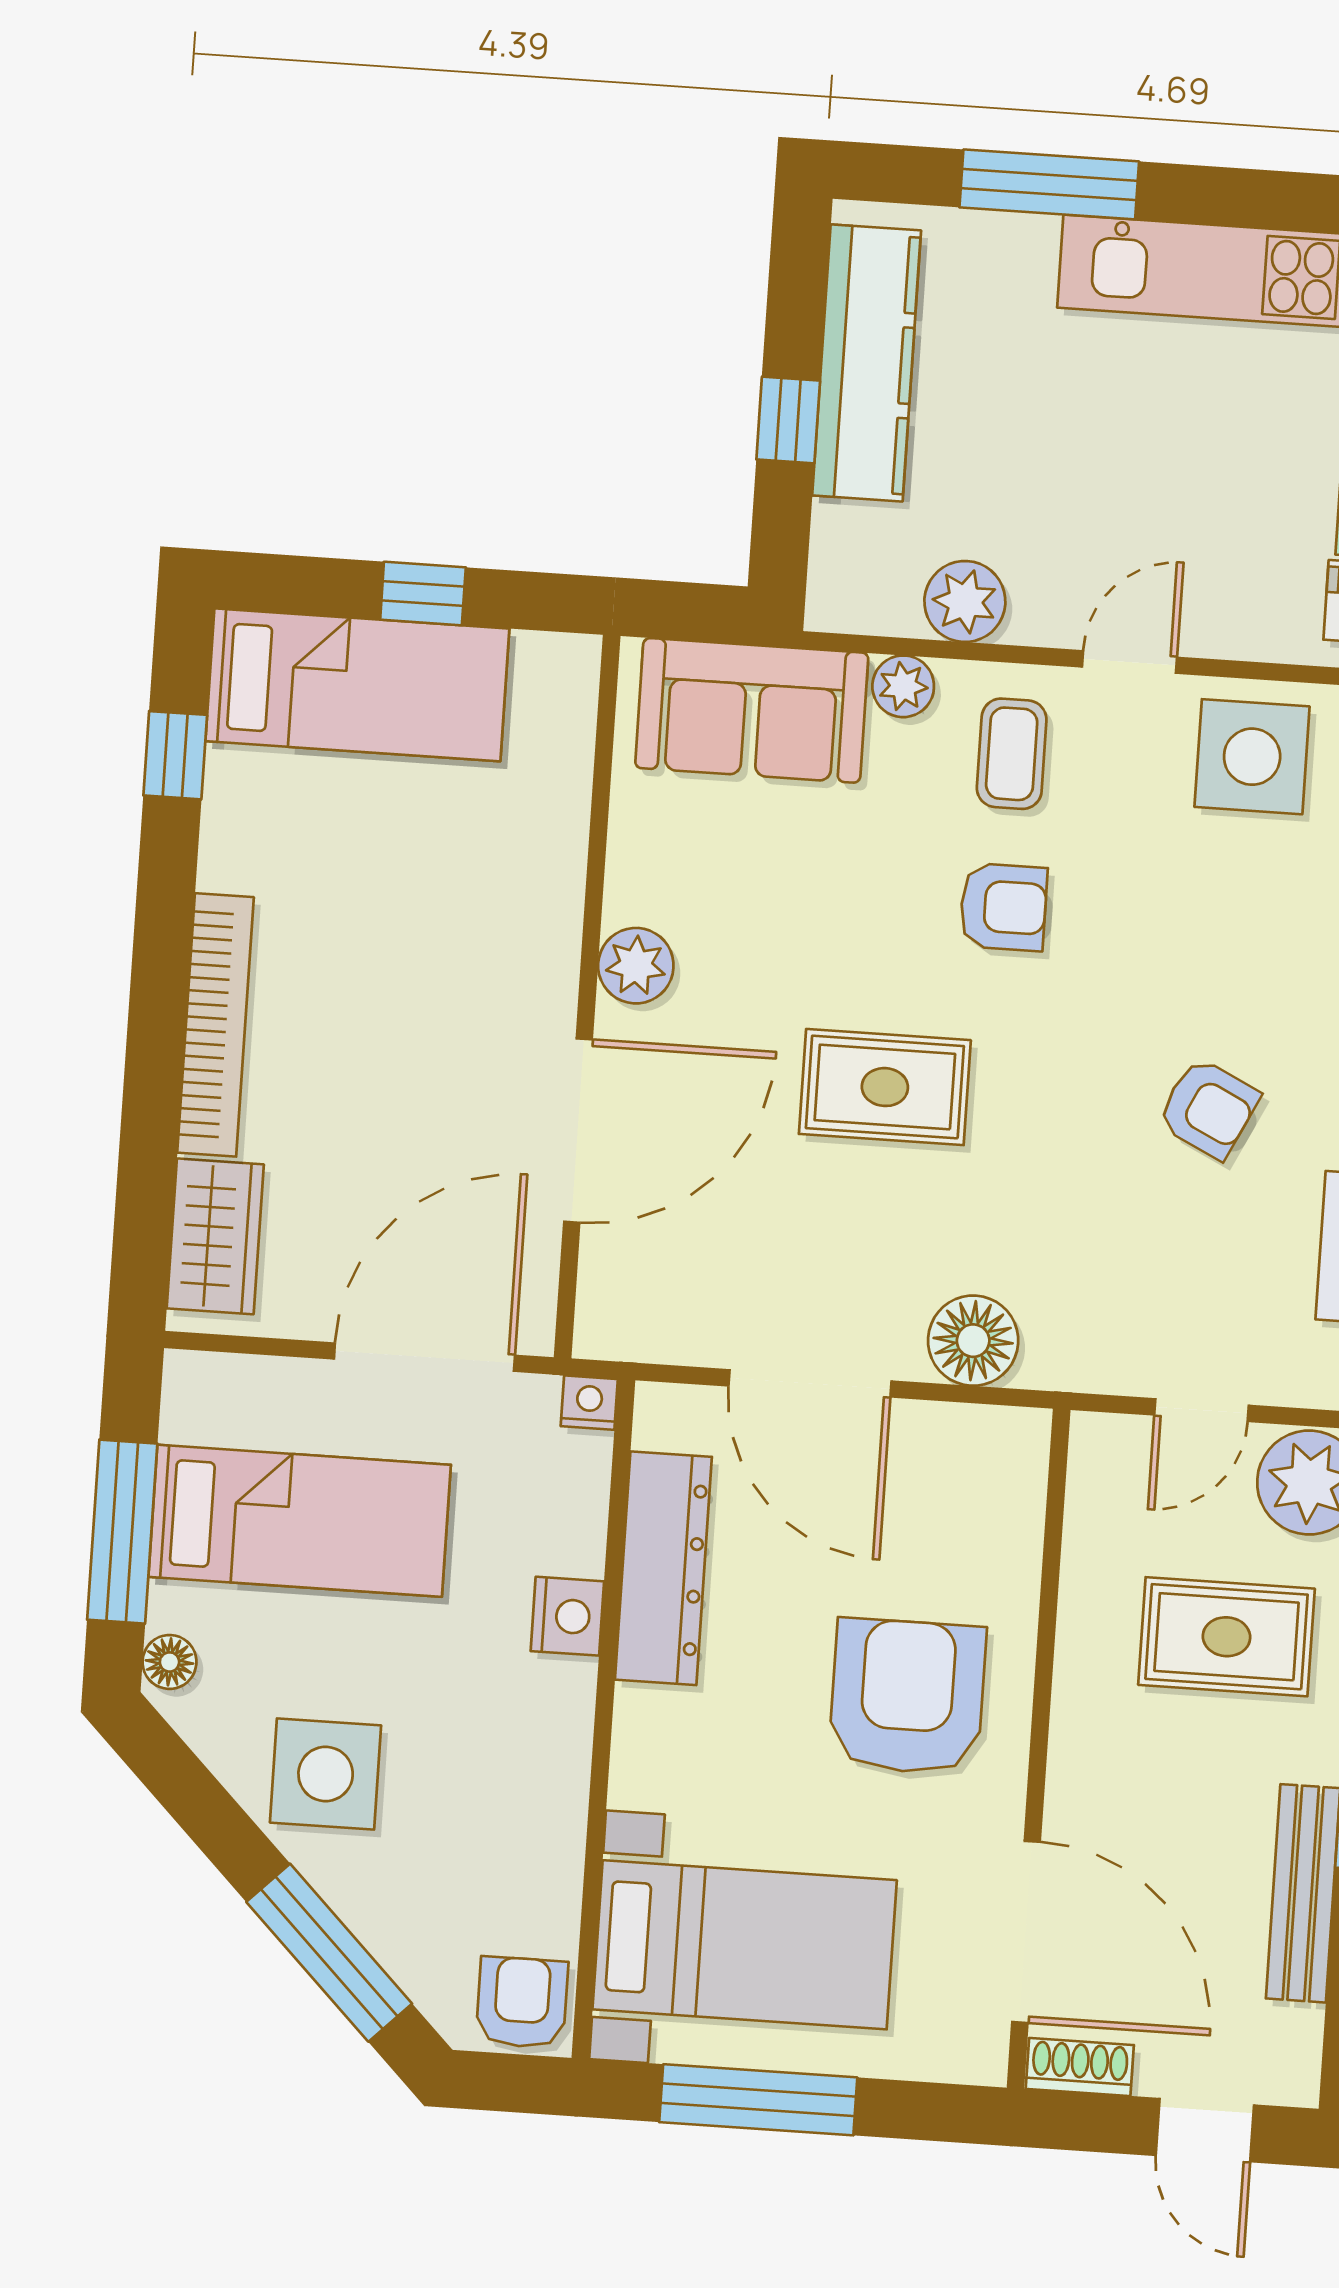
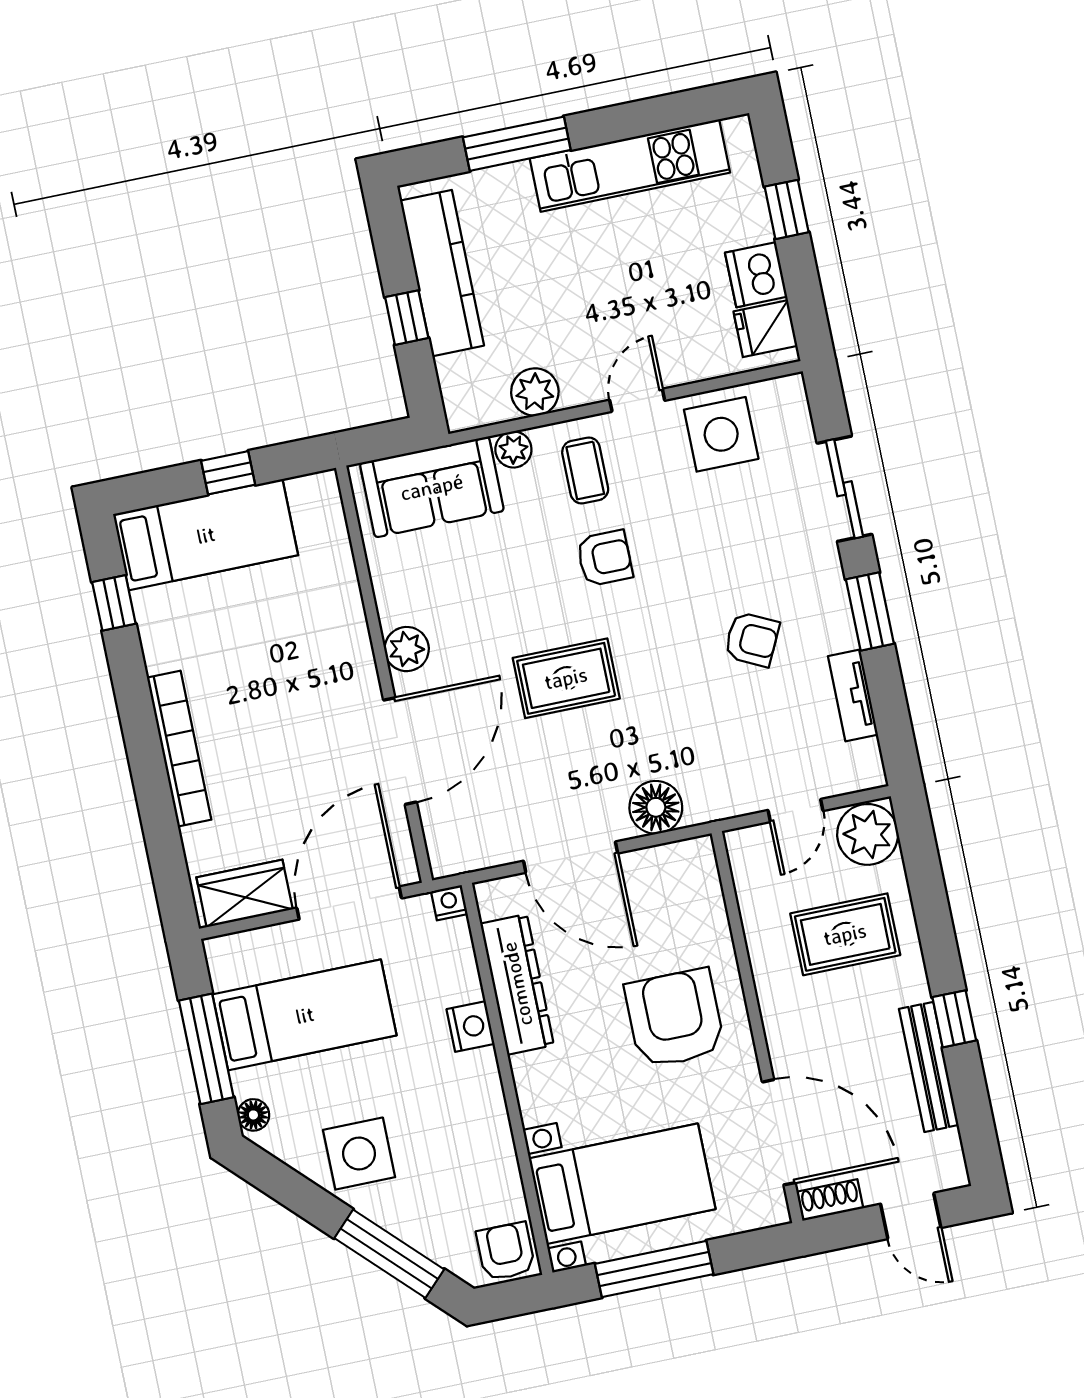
wardrobe: (215, 1236) -> (245, 893), moved, turned -90

